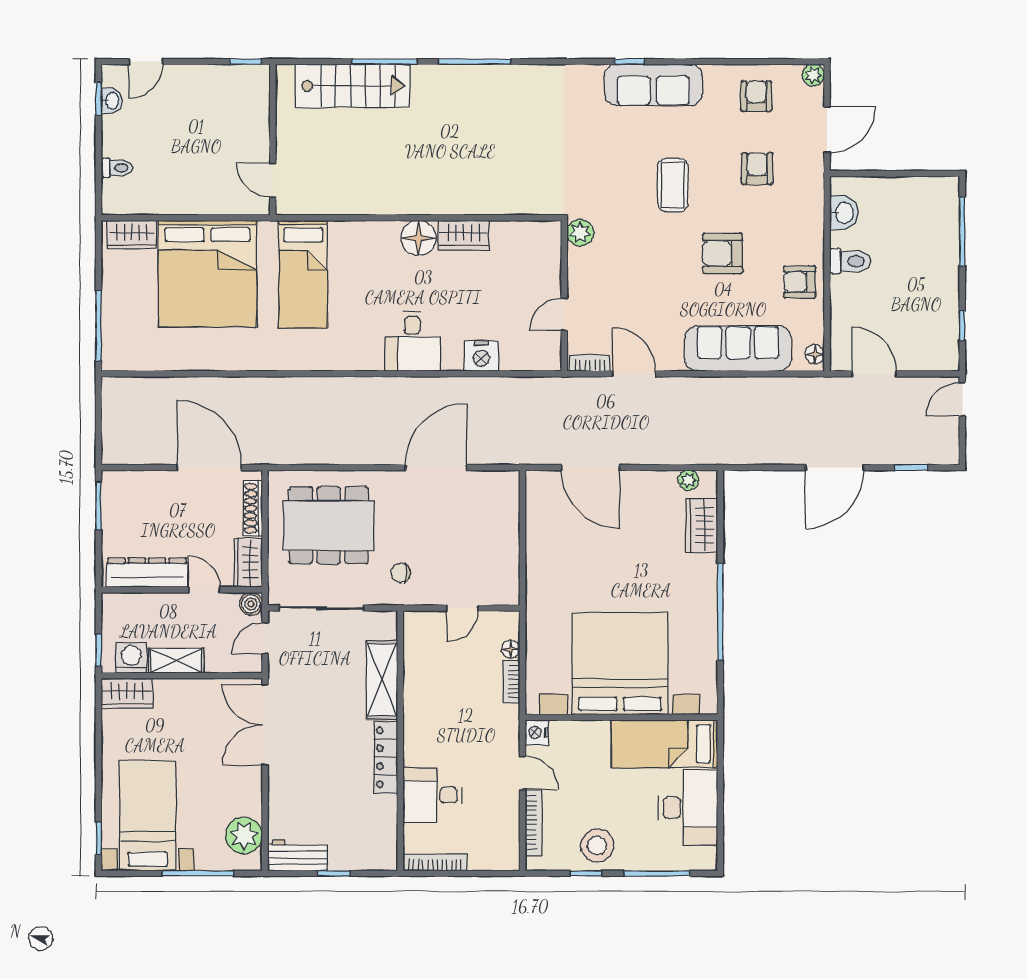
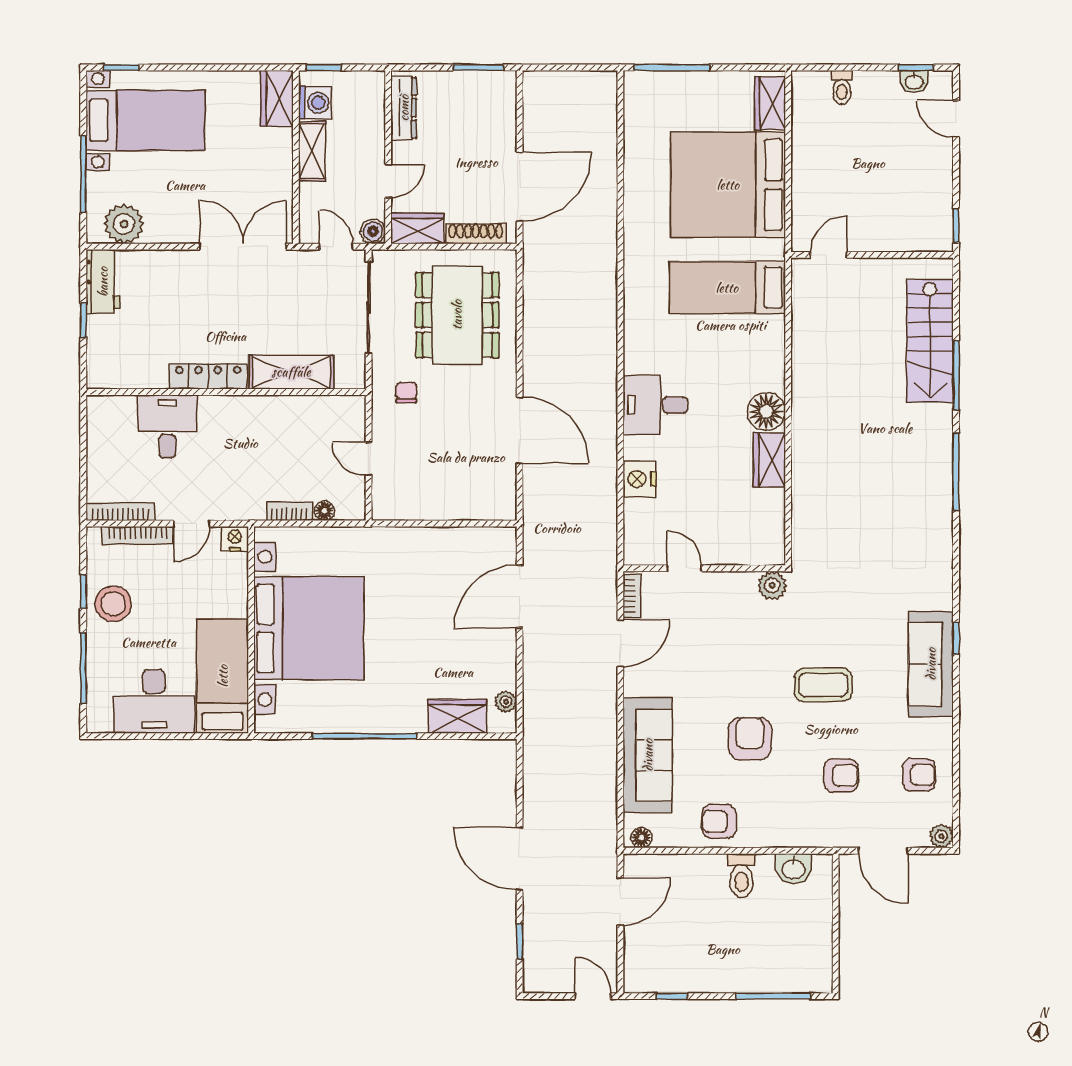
armchair: (800, 282) -> (719, 821), turned -90
dresser: (147, 573) -> (404, 108), width x0.73, depth x0.80
bookcase: (435, 863) -> (120, 512), moved, turned -90

